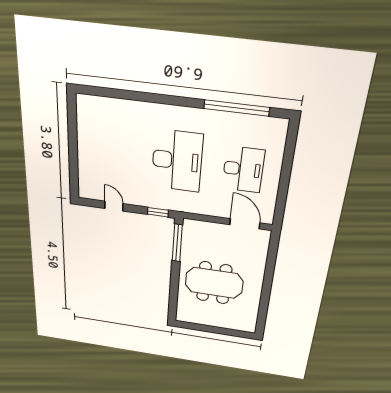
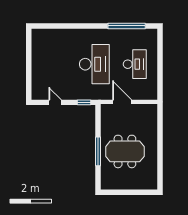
door: (245, 224) -> (122, 102), moved
window: (177, 243) -> (98, 151), moved

